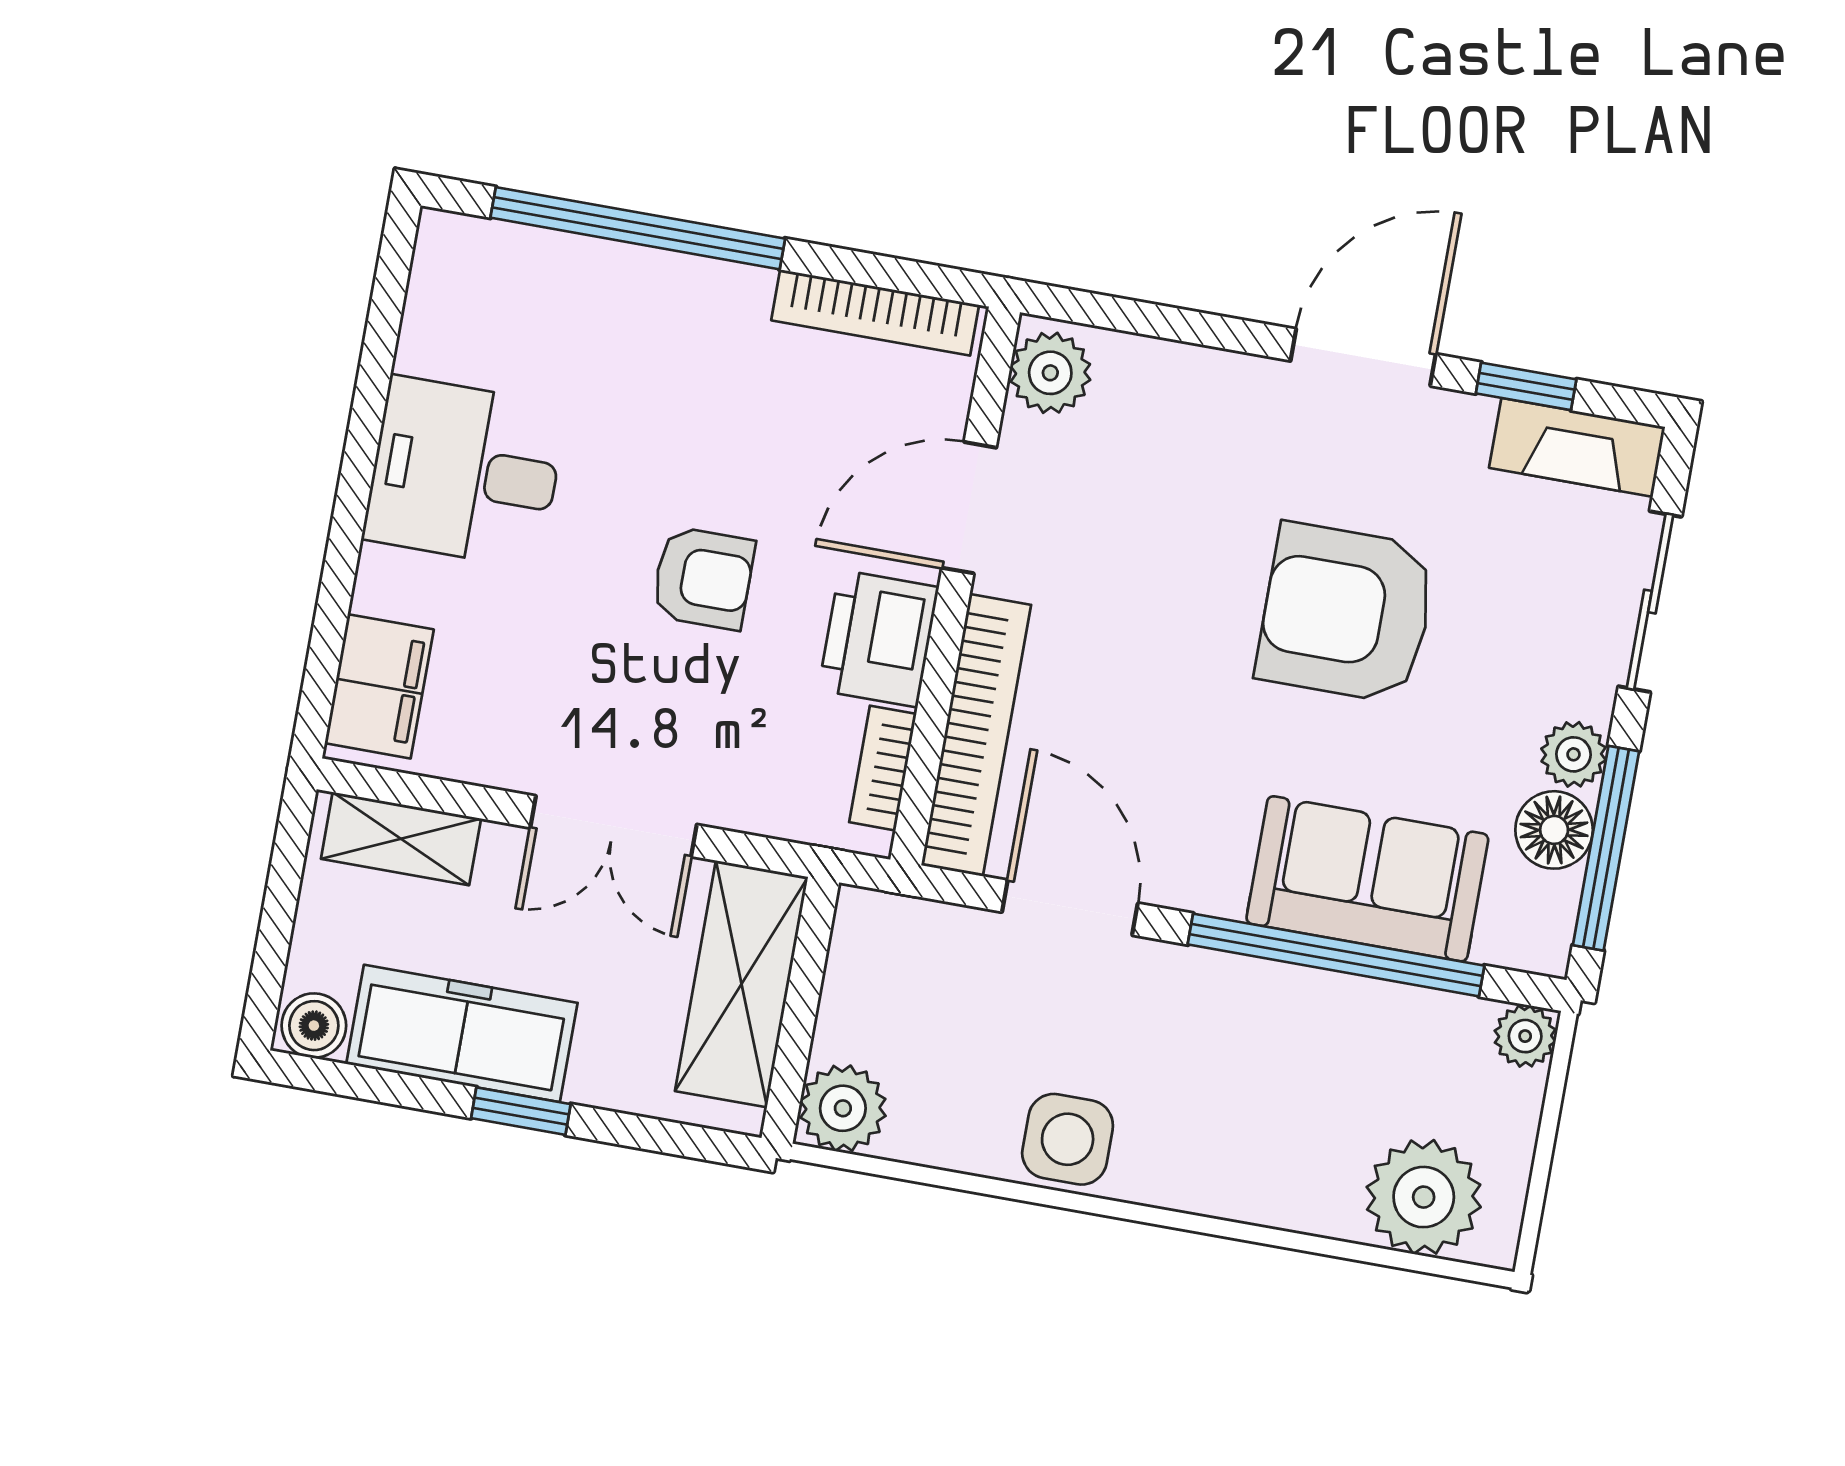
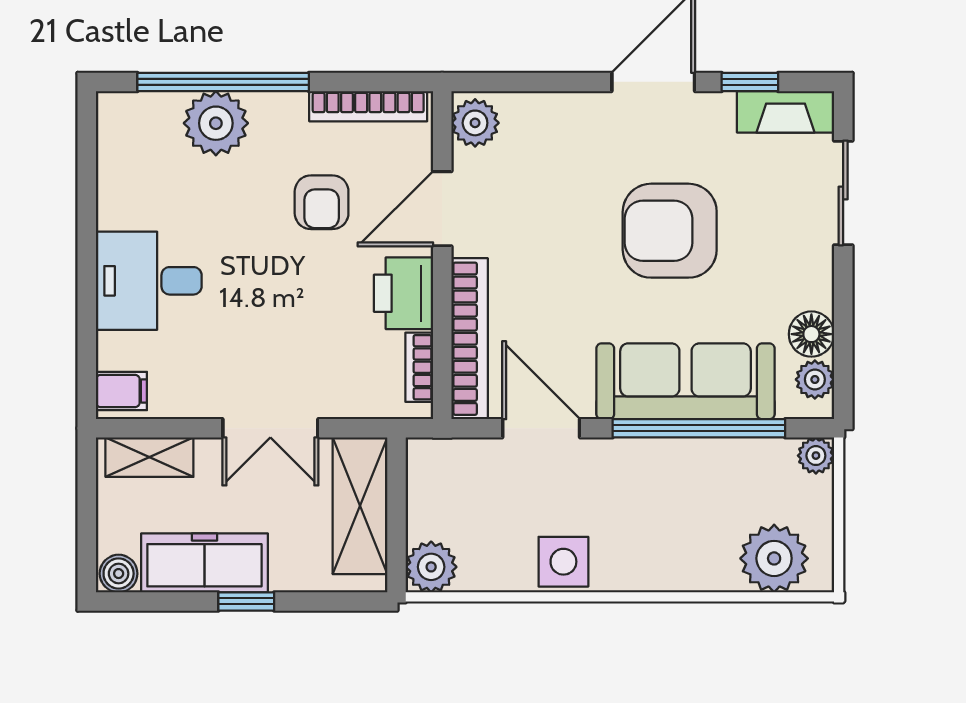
plant: (613, 296) -> (216, 123), added
desk: (465, 472) -> (149, 281), moved
armchair: (703, 578) -> (322, 202), moved, turned 90
filing cabinet: (379, 686) -> (121, 391), width x0.50
plant: (1573, 754) -> (815, 379), moved
window: (1606, 848) -> (843, 339), removed
sofa: (1367, 879) -> (685, 381), width x1.36

